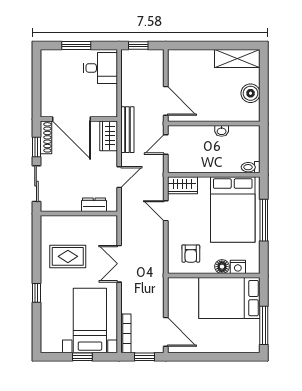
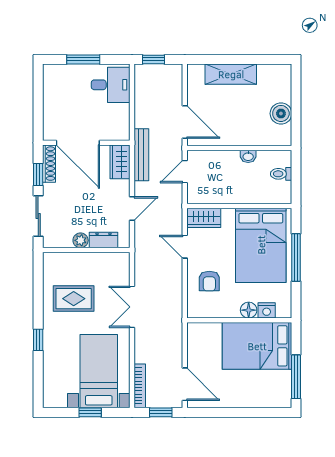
shelving: (237, 59) -> (231, 74), moved
toilet: (251, 167) -> (281, 174), moved
plant: (74, 205) -> (81, 240), added
armchair: (191, 254) -> (209, 281), moved

